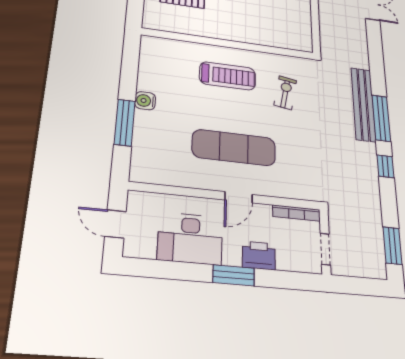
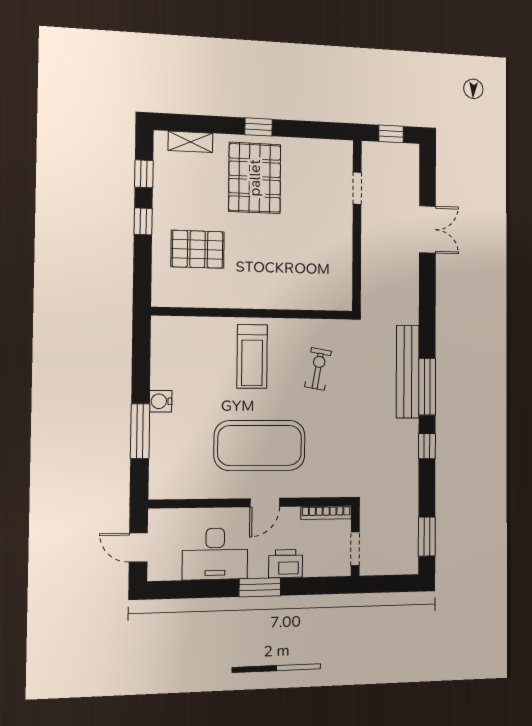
treadmill: (228, 76) -> (252, 356), turned 90
exercise mat: (234, 148) -> (260, 445), width x1.47

